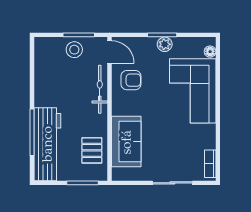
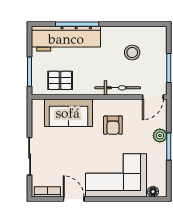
plant: (165, 44) -> (160, 136), moved
stool: (74, 50) -> (132, 53), moved
armchair: (131, 80) -> (113, 125), moved
door: (218, 136) -> (74, 199), added

